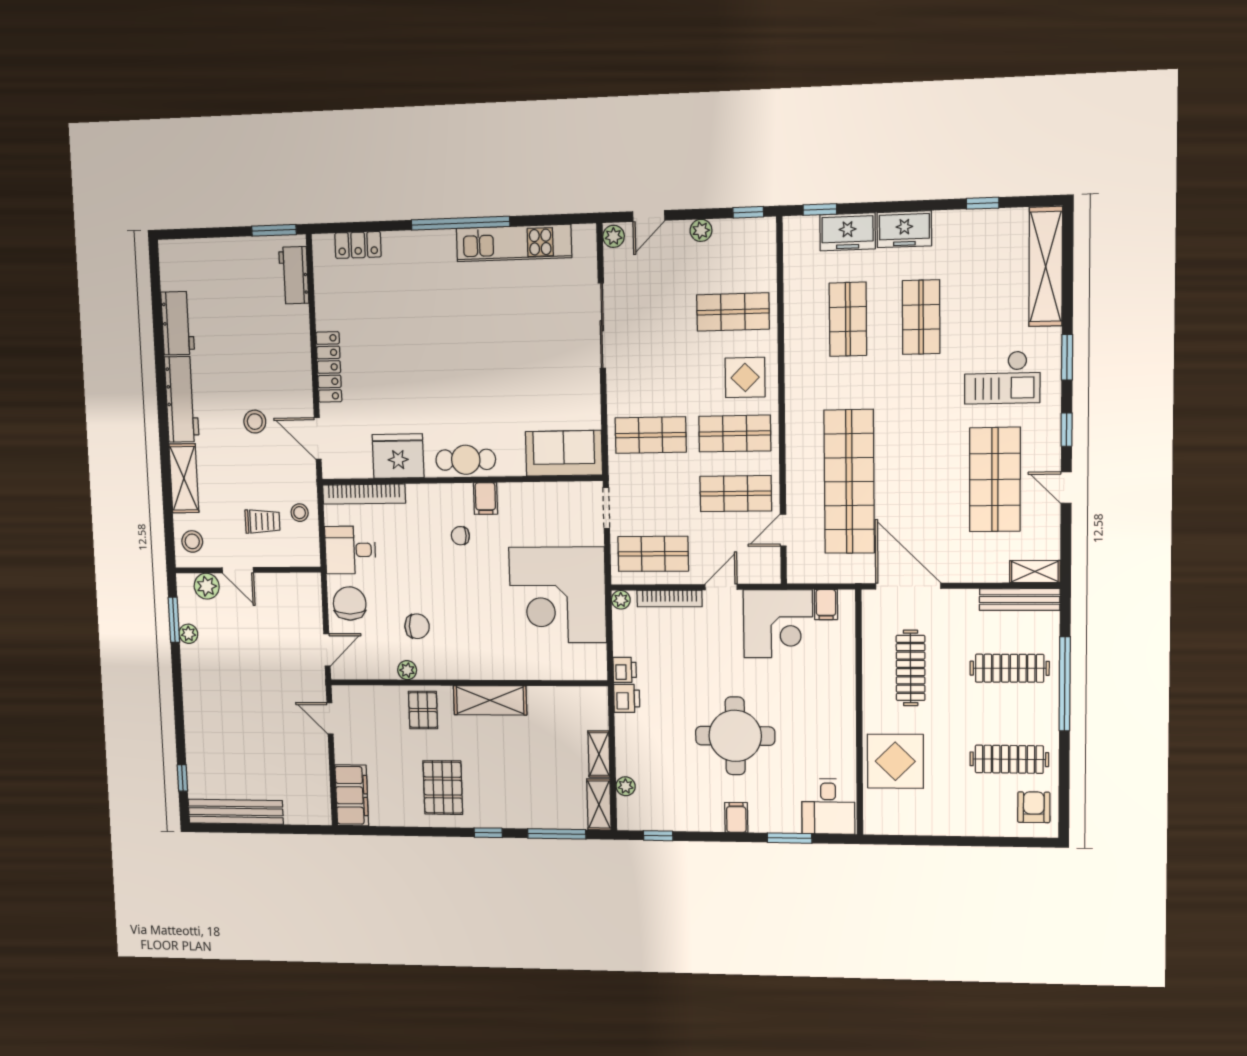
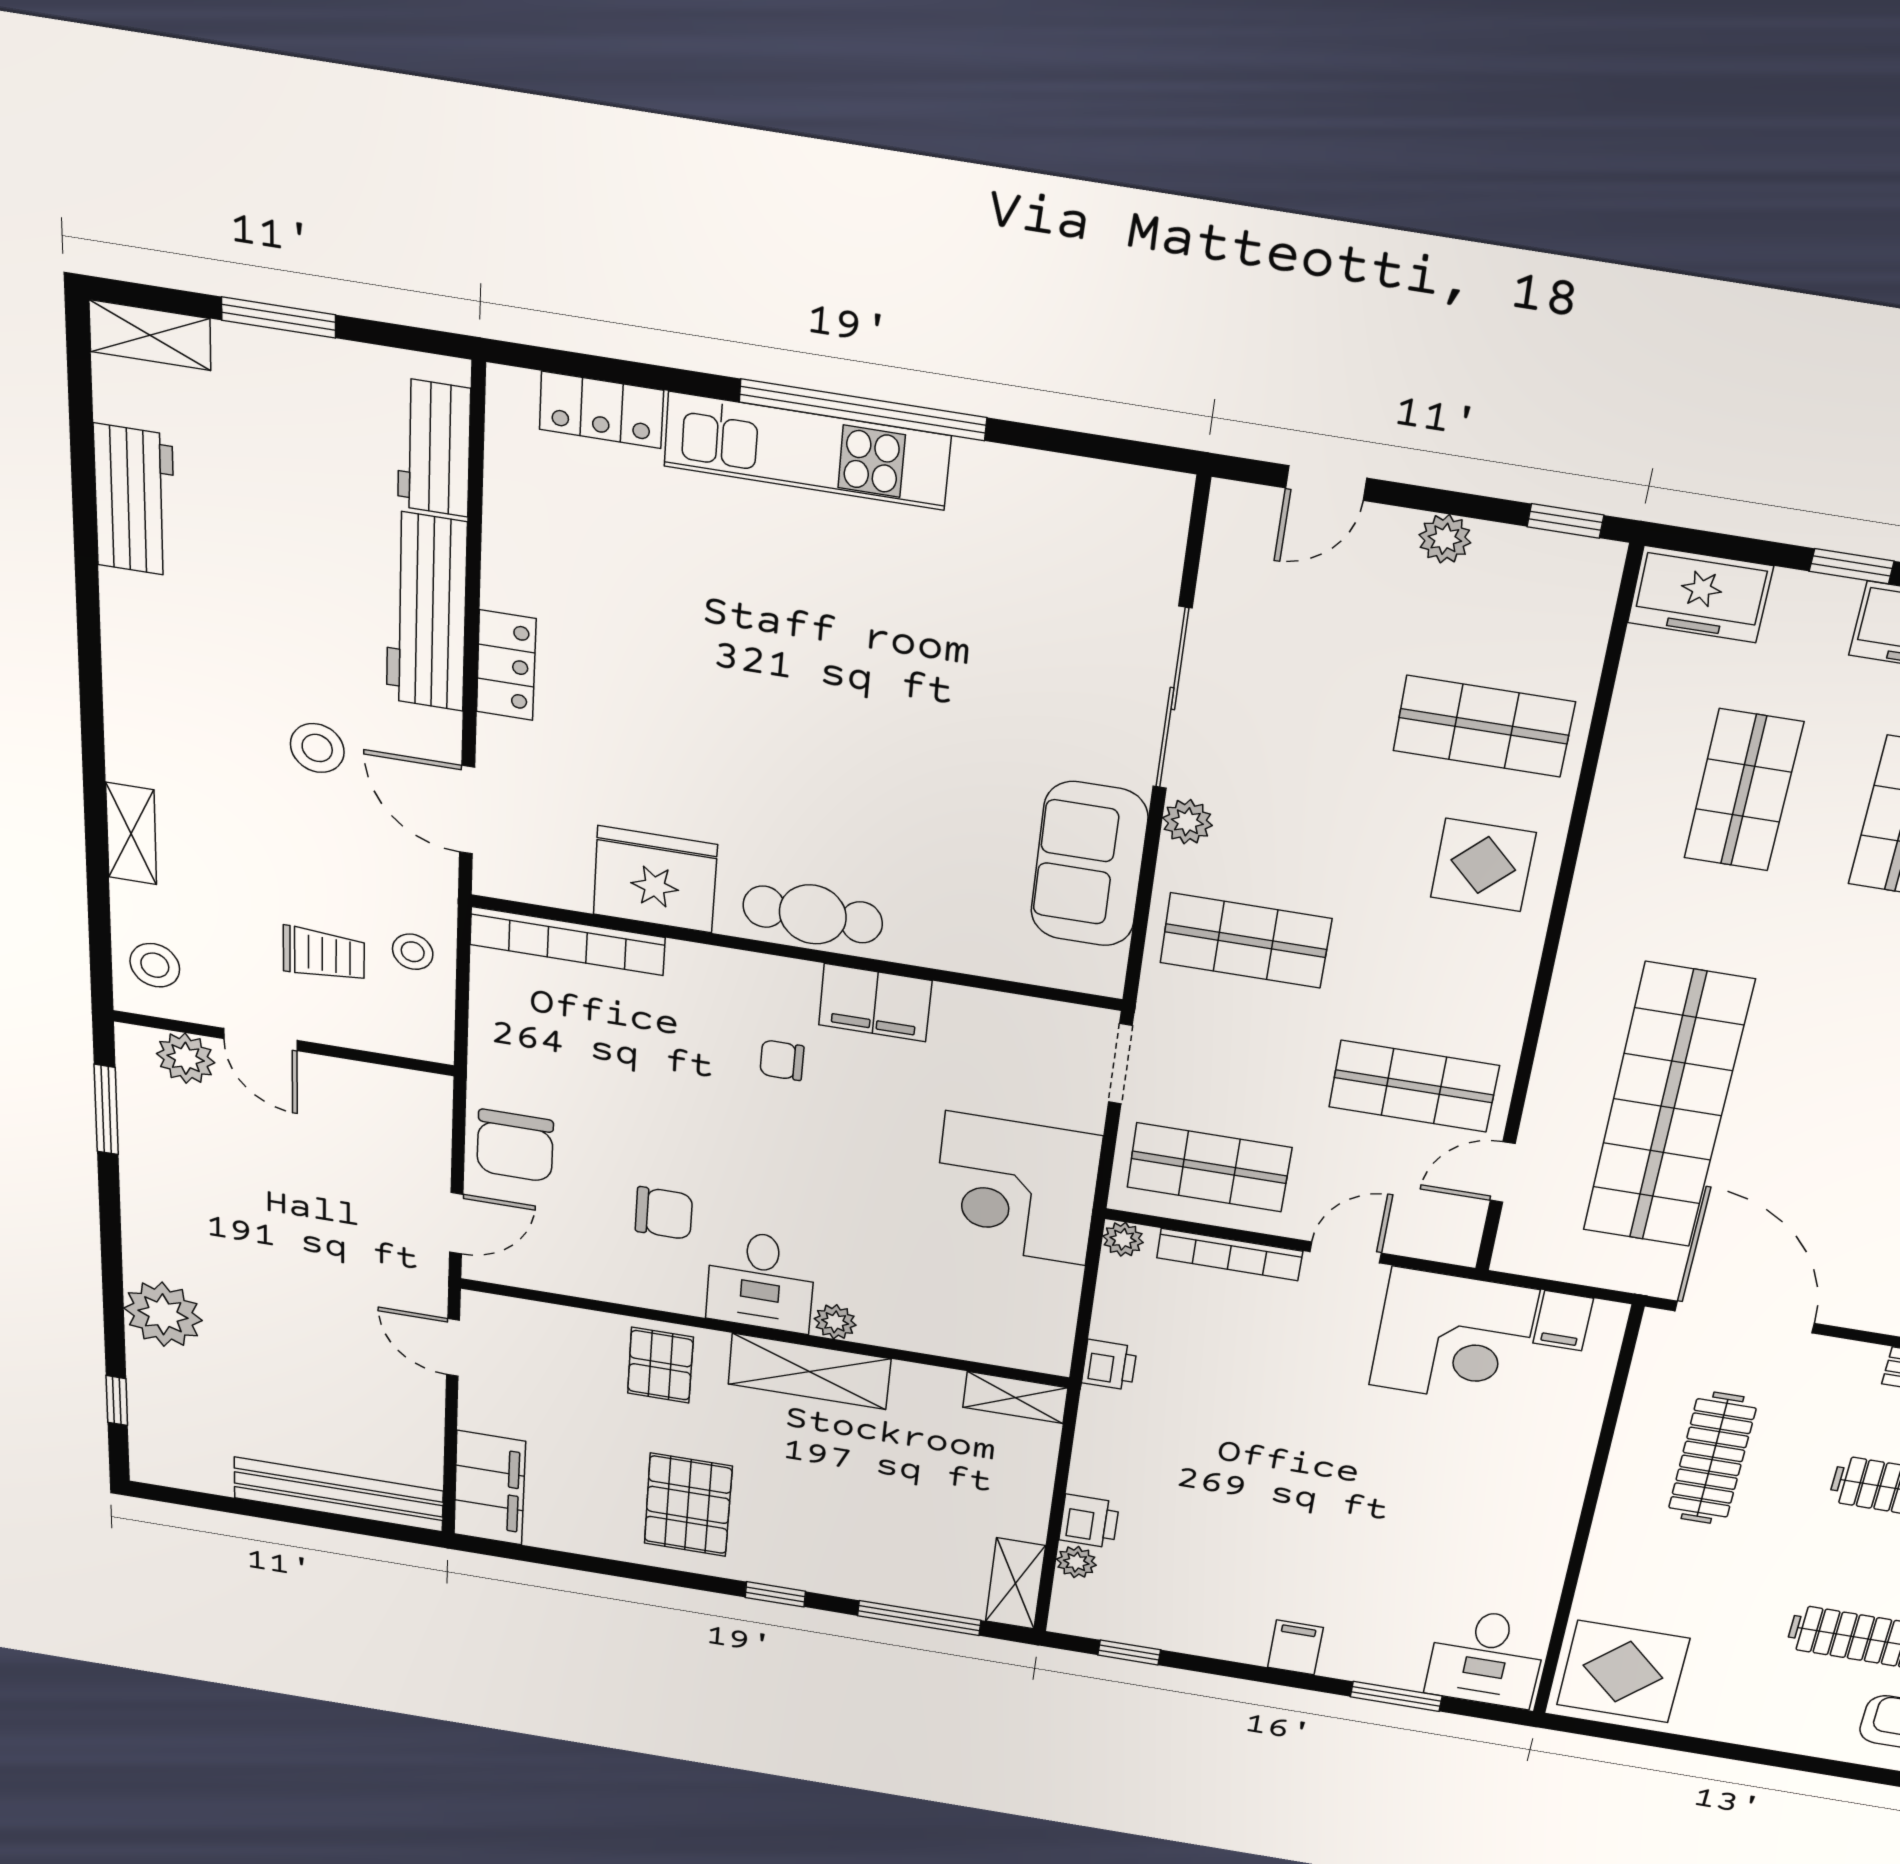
window: (820, 209) -> (1852, 566), moved
window: (274, 230) -> (279, 317), moved
freezer: (848, 232) -> (1700, 594), moved
plant: (614, 236) -> (1187, 822), moved
kitchen unit: (514, 243) -> (807, 451), moved
shelving: (182, 250) -> (150, 335), added
locker: (329, 367) -> (506, 665), width x0.66
workbench: (182, 399) -> (426, 612), moved, turned 180
shop shelf: (735, 434) -> (1436, 971), removed
sofa: (564, 453) -> (1089, 864), moved, turned -90
shelving: (184, 478) -> (131, 834), width x0.67, depth x0.75
filing cabinet: (485, 498) -> (875, 1003), width x2.00
desk: (350, 550) -> (761, 1281), moved, turned -90
corner desk: (558, 595) -> (1016, 1189), width x0.74, depth x0.74
chair: (350, 603) -> (515, 1146), turned 180
plant: (188, 634) -> (163, 1314), moved, width x1.88, depth x1.88
plant: (407, 670) -> (835, 1322), moved
printer: (627, 698) -> (1089, 1521), moved
round table: (735, 736) -> (1321, 1514), removed
shelving: (599, 754) -> (1015, 1398), moved, turned 90
display table: (895, 761) -> (1623, 1672), moved
bench: (236, 812) -> (339, 1494), moved

